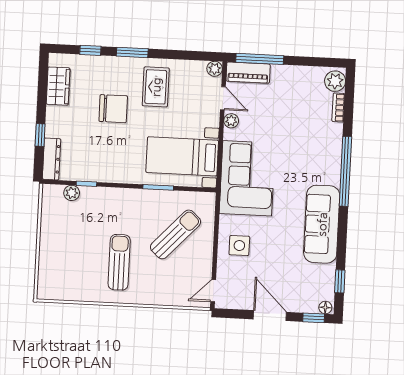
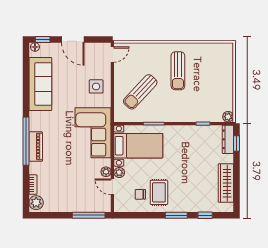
plant: (215, 69) -> (119, 172), moved
piano: (248, 73) -> (36, 147), moved, turned 90
wardrobe: (58, 86) -> (226, 183), width x1.50
chair: (113, 109) -> (140, 194), moved, width x0.54, depth x0.54
window: (40, 135) -> (237, 143), moved
plant: (72, 193) -> (228, 117), moved
sofa: (322, 224) -> (40, 84), moved
window: (340, 281) -> (26, 65), removed

